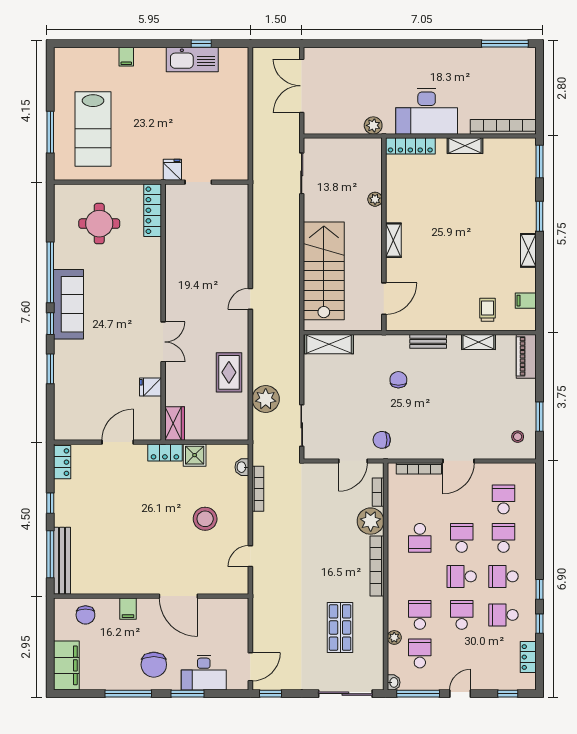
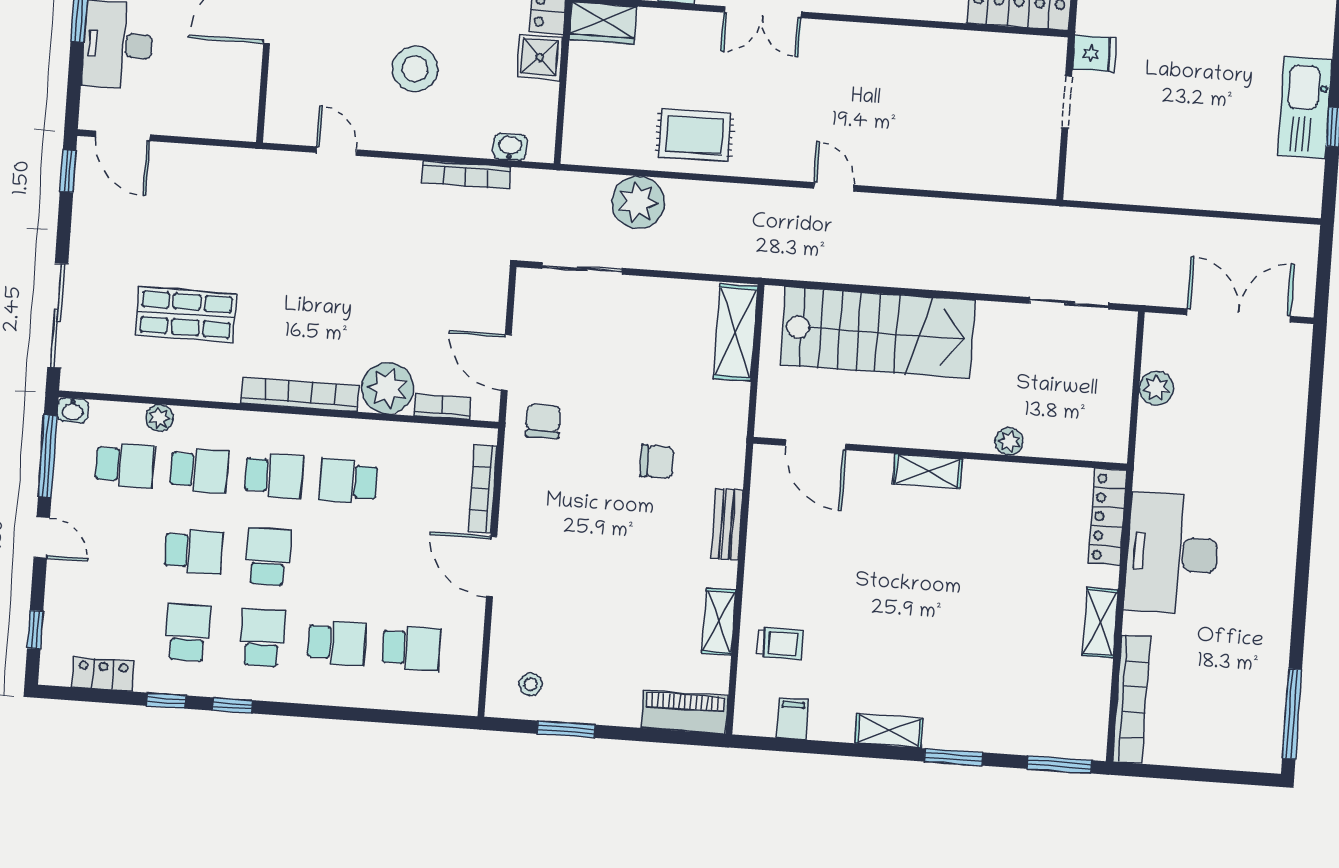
plant: (373, 125) -> (1156, 388), moved
school desk: (462, 538) -> (274, 476), moved

